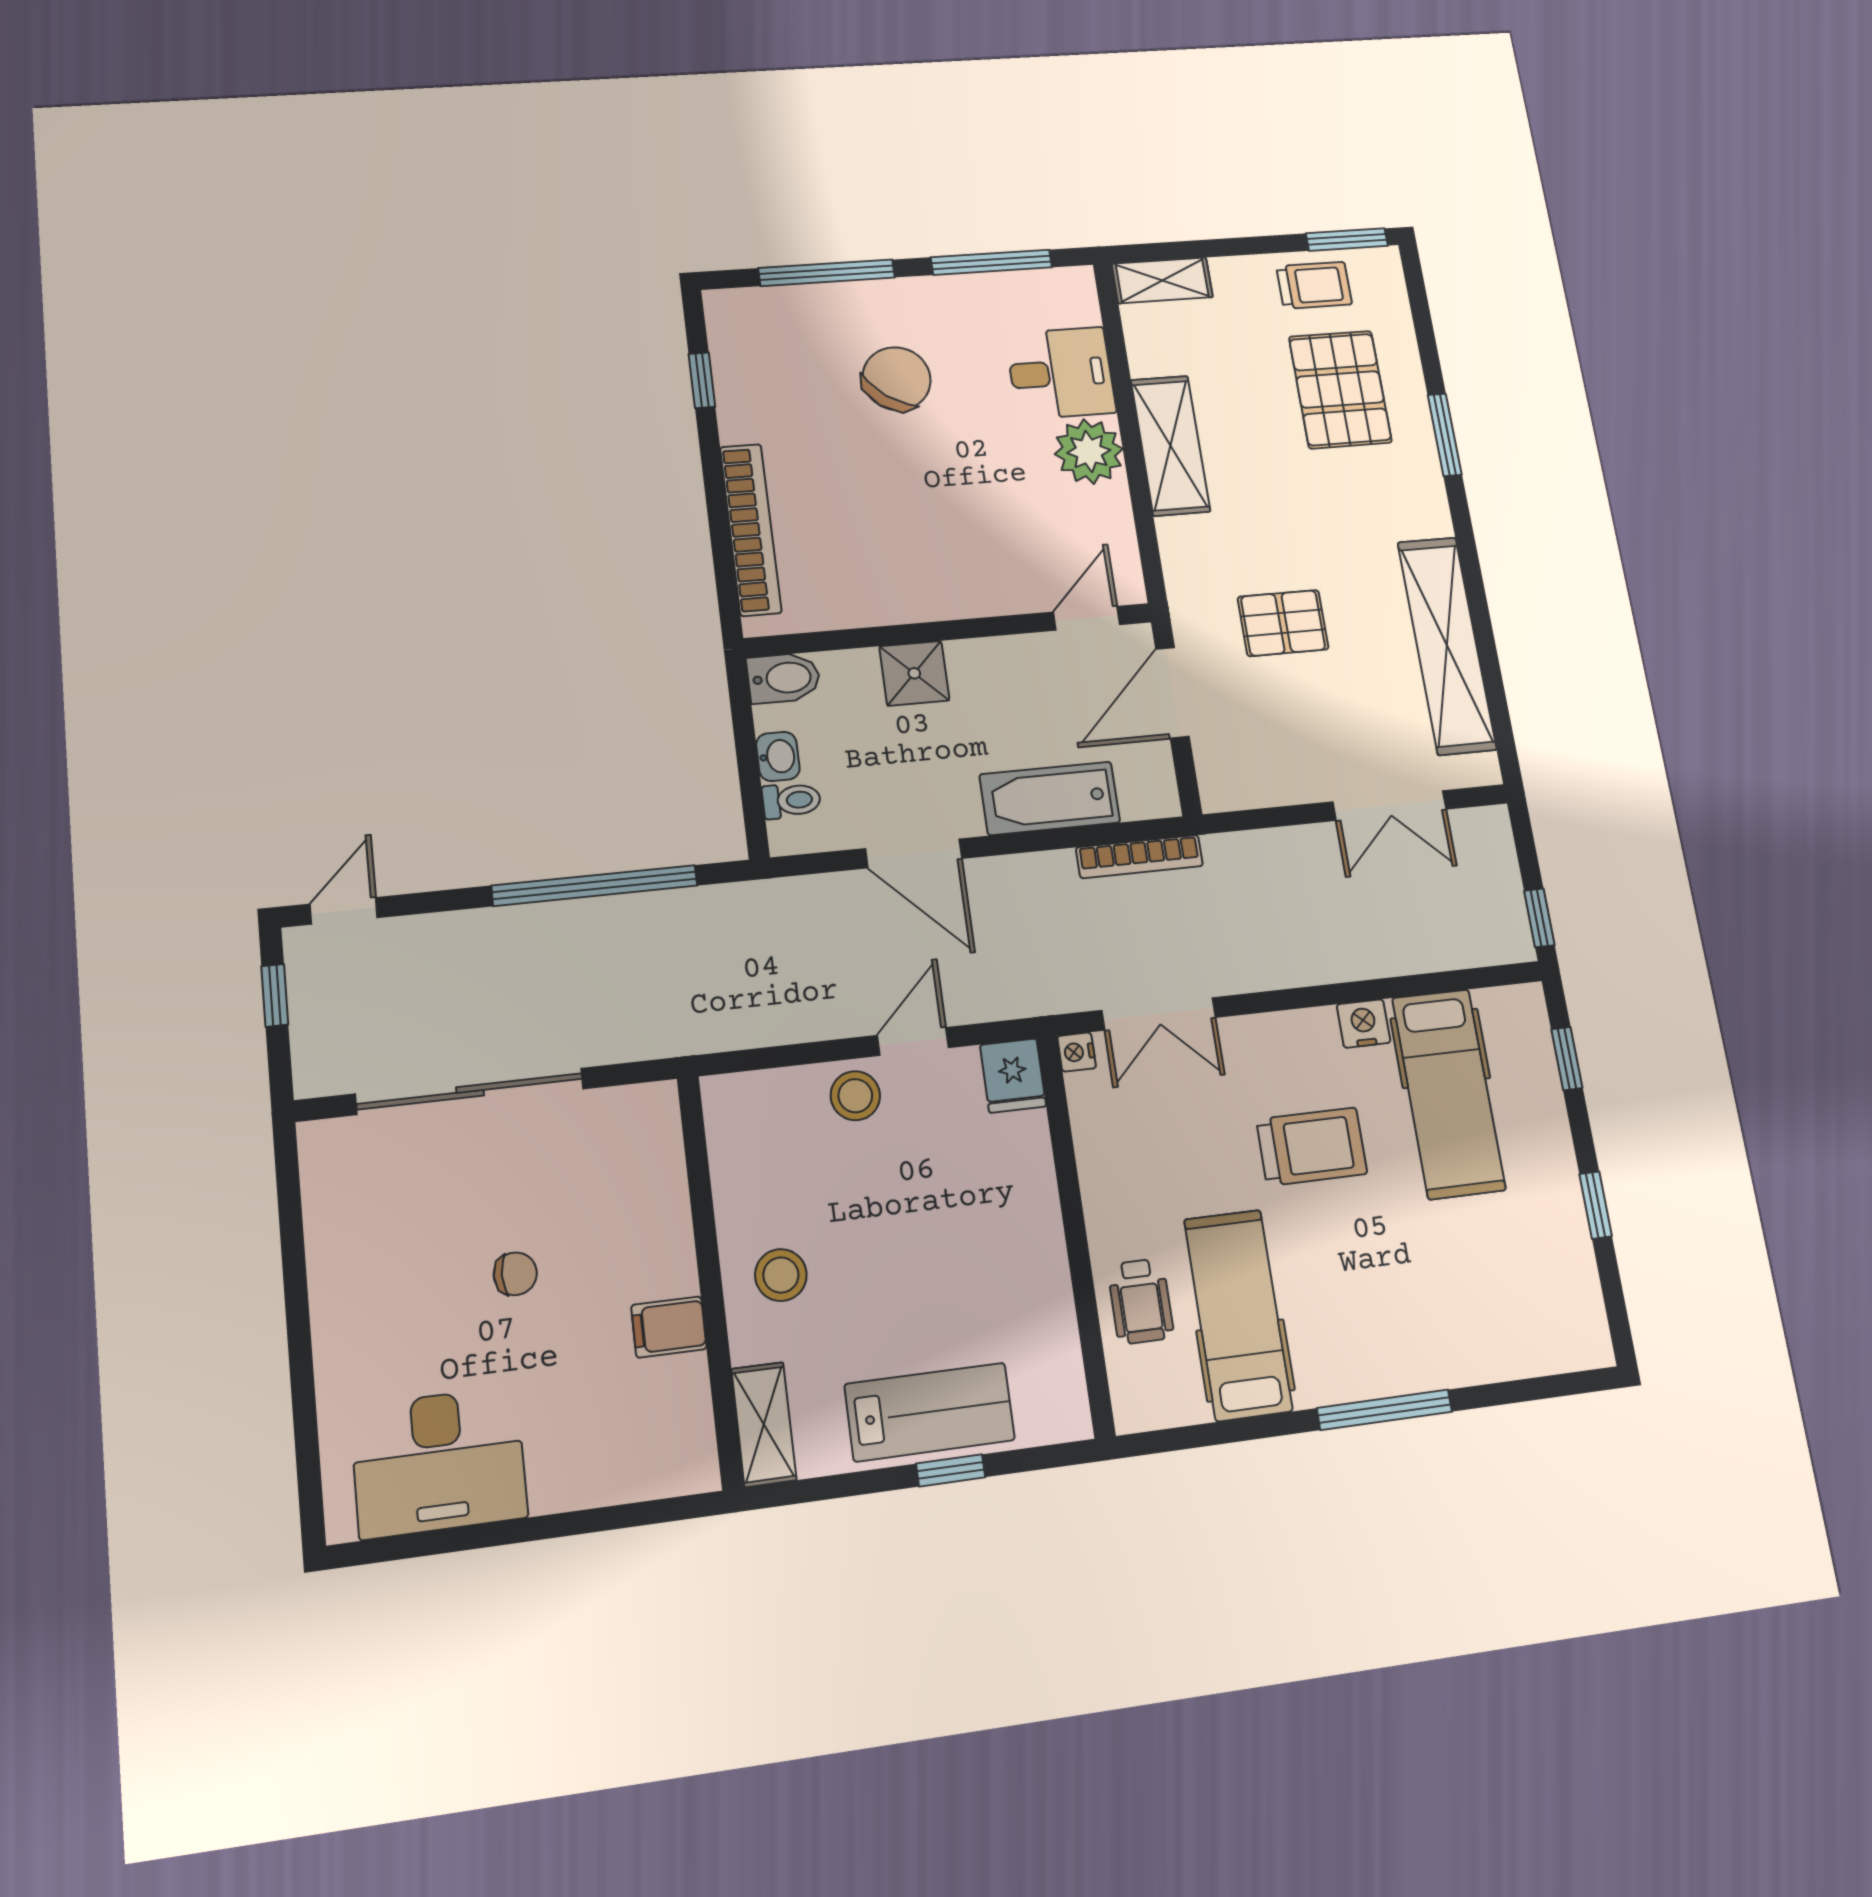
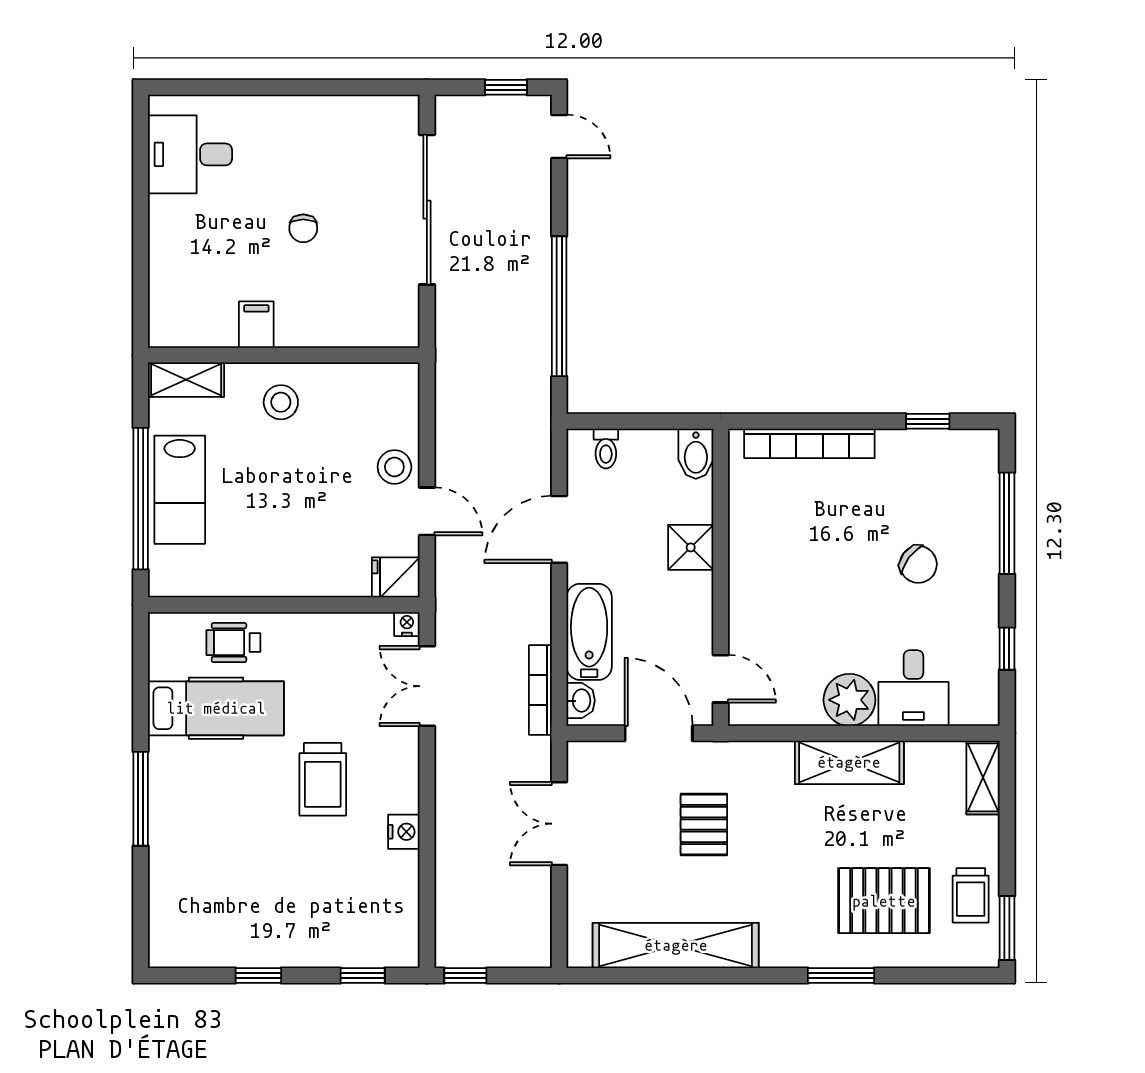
window: (992, 262) -> (1007, 649), width x0.46
chair: (897, 379) -> (918, 564), width x0.73, depth x0.73
washbasin: (778, 756) -> (581, 701), moved, turned -90
double door: (1390, 806) -> (559, 824), moved
hospital bed: (1449, 1093) -> (348, 884), removed
desk: (439, 1462) -> (190, 154), width x0.73
window: (951, 1470) -> (141, 499), width x3.17

